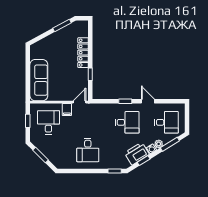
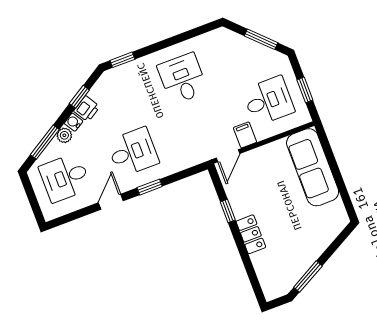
locker: (83, 53) -> (251, 234), width x0.66
door: (148, 101) -> (111, 202), swing flipped
desk: (48, 122) -> (268, 101), turned -90
desk: (127, 122) -> (133, 152), turned 180
printer: (137, 154) -> (87, 109), width x0.53, depth x0.68

